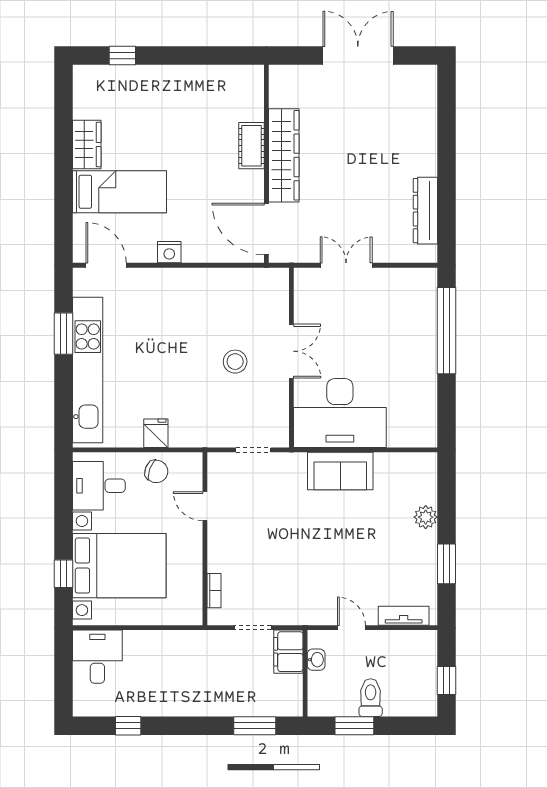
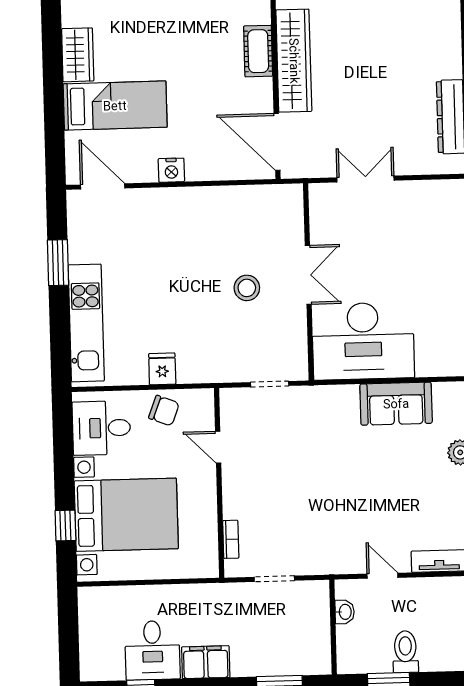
kitchen unit: (88, 370) -> (86, 323), width x0.73
sofa: (340, 471) -> (396, 404), moved
filing cabinet: (288, 652) -> (206, 662), moved, turned 90
desk: (97, 657) -> (152, 650), moved, turned 180

